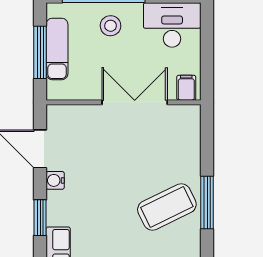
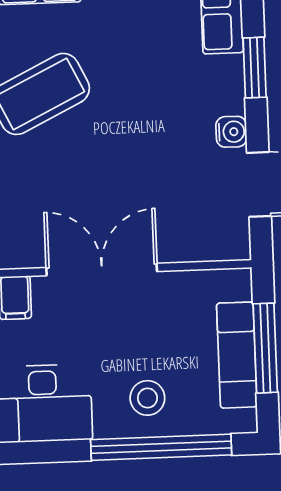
double door: (135, 102) -> (102, 270), swing flipped

